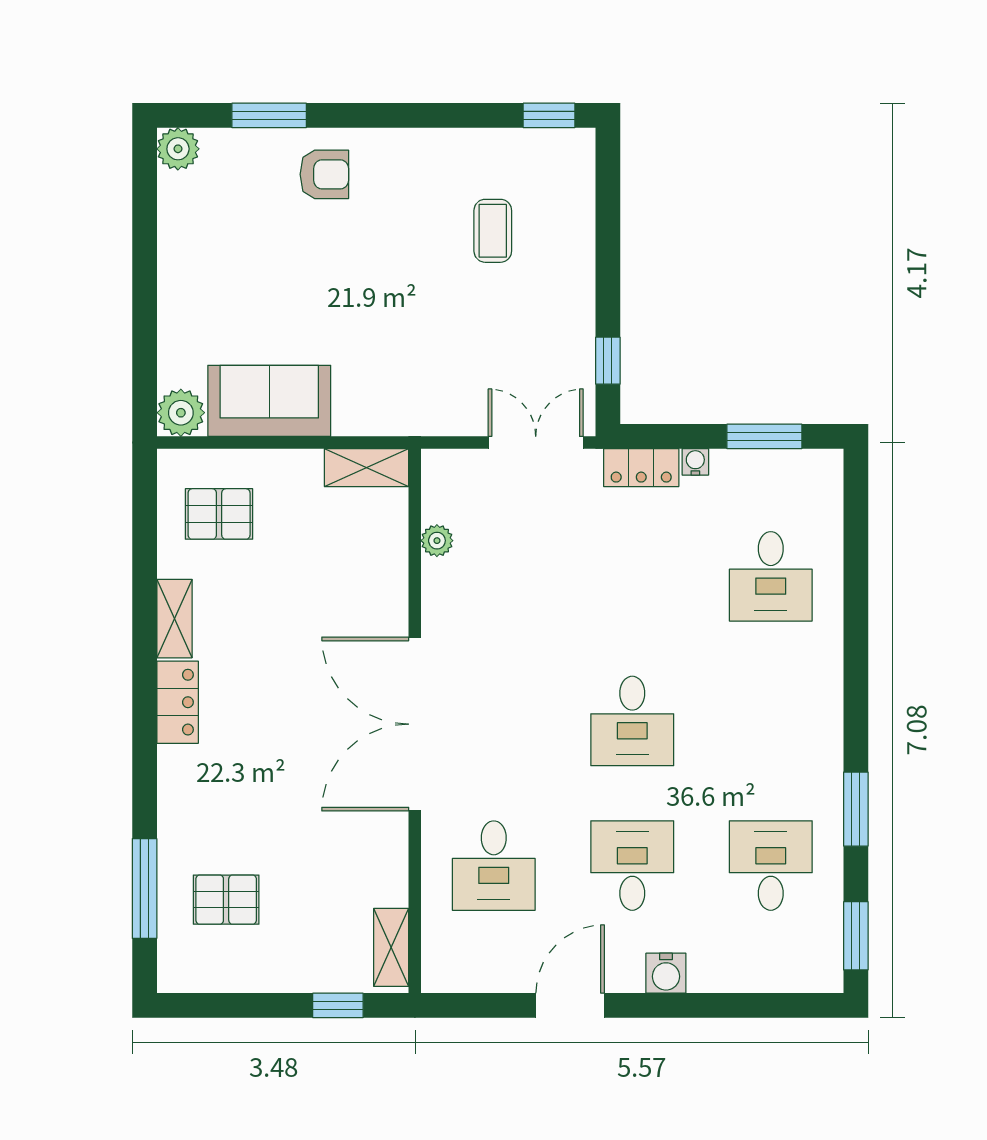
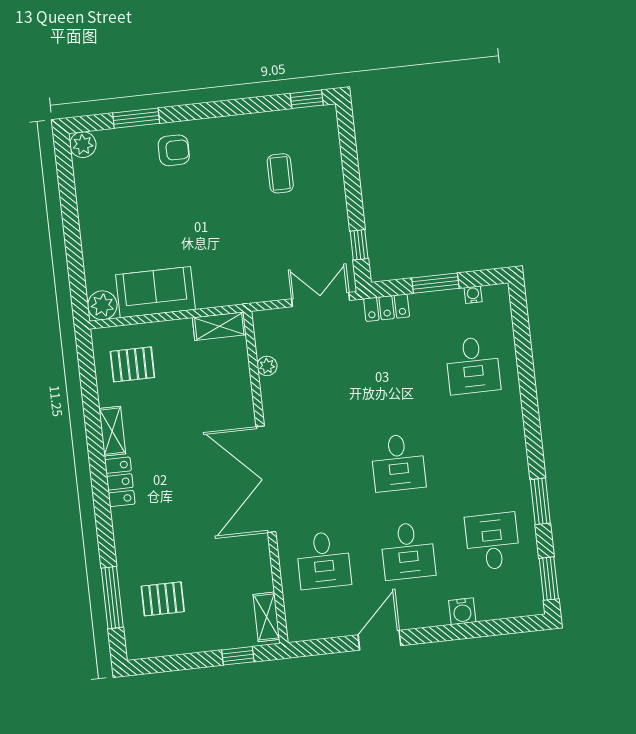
window: (764, 436) -> (435, 283), moved
water cooler: (695, 462) -> (473, 295), moved
desk: (632, 866) -> (408, 551), turned 180
water cooler: (666, 973) -> (462, 611), moved

